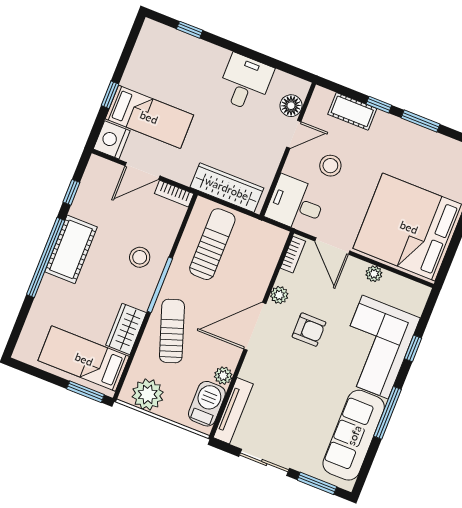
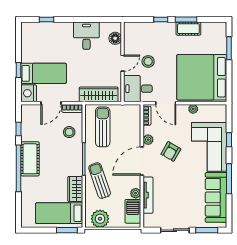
cot: (352, 111) -> (188, 29), moved
door: (294, 134) -> (123, 63), moved
stool: (140, 257) -> (69, 132), moved
armchair: (309, 330) -> (171, 151), turned 120
tv unit: (233, 411) -> (148, 195), moved

